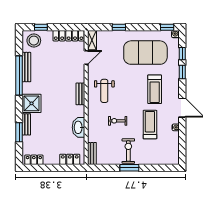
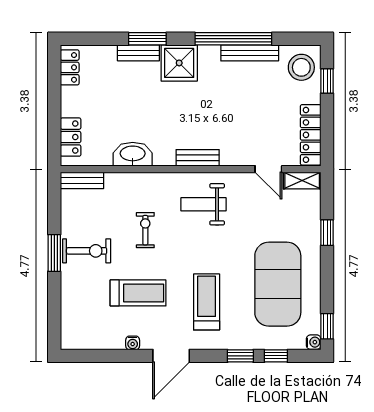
treadmill: (155, 89) -> (207, 302), turned 90
window: (19, 132) -> (147, 39), moved

